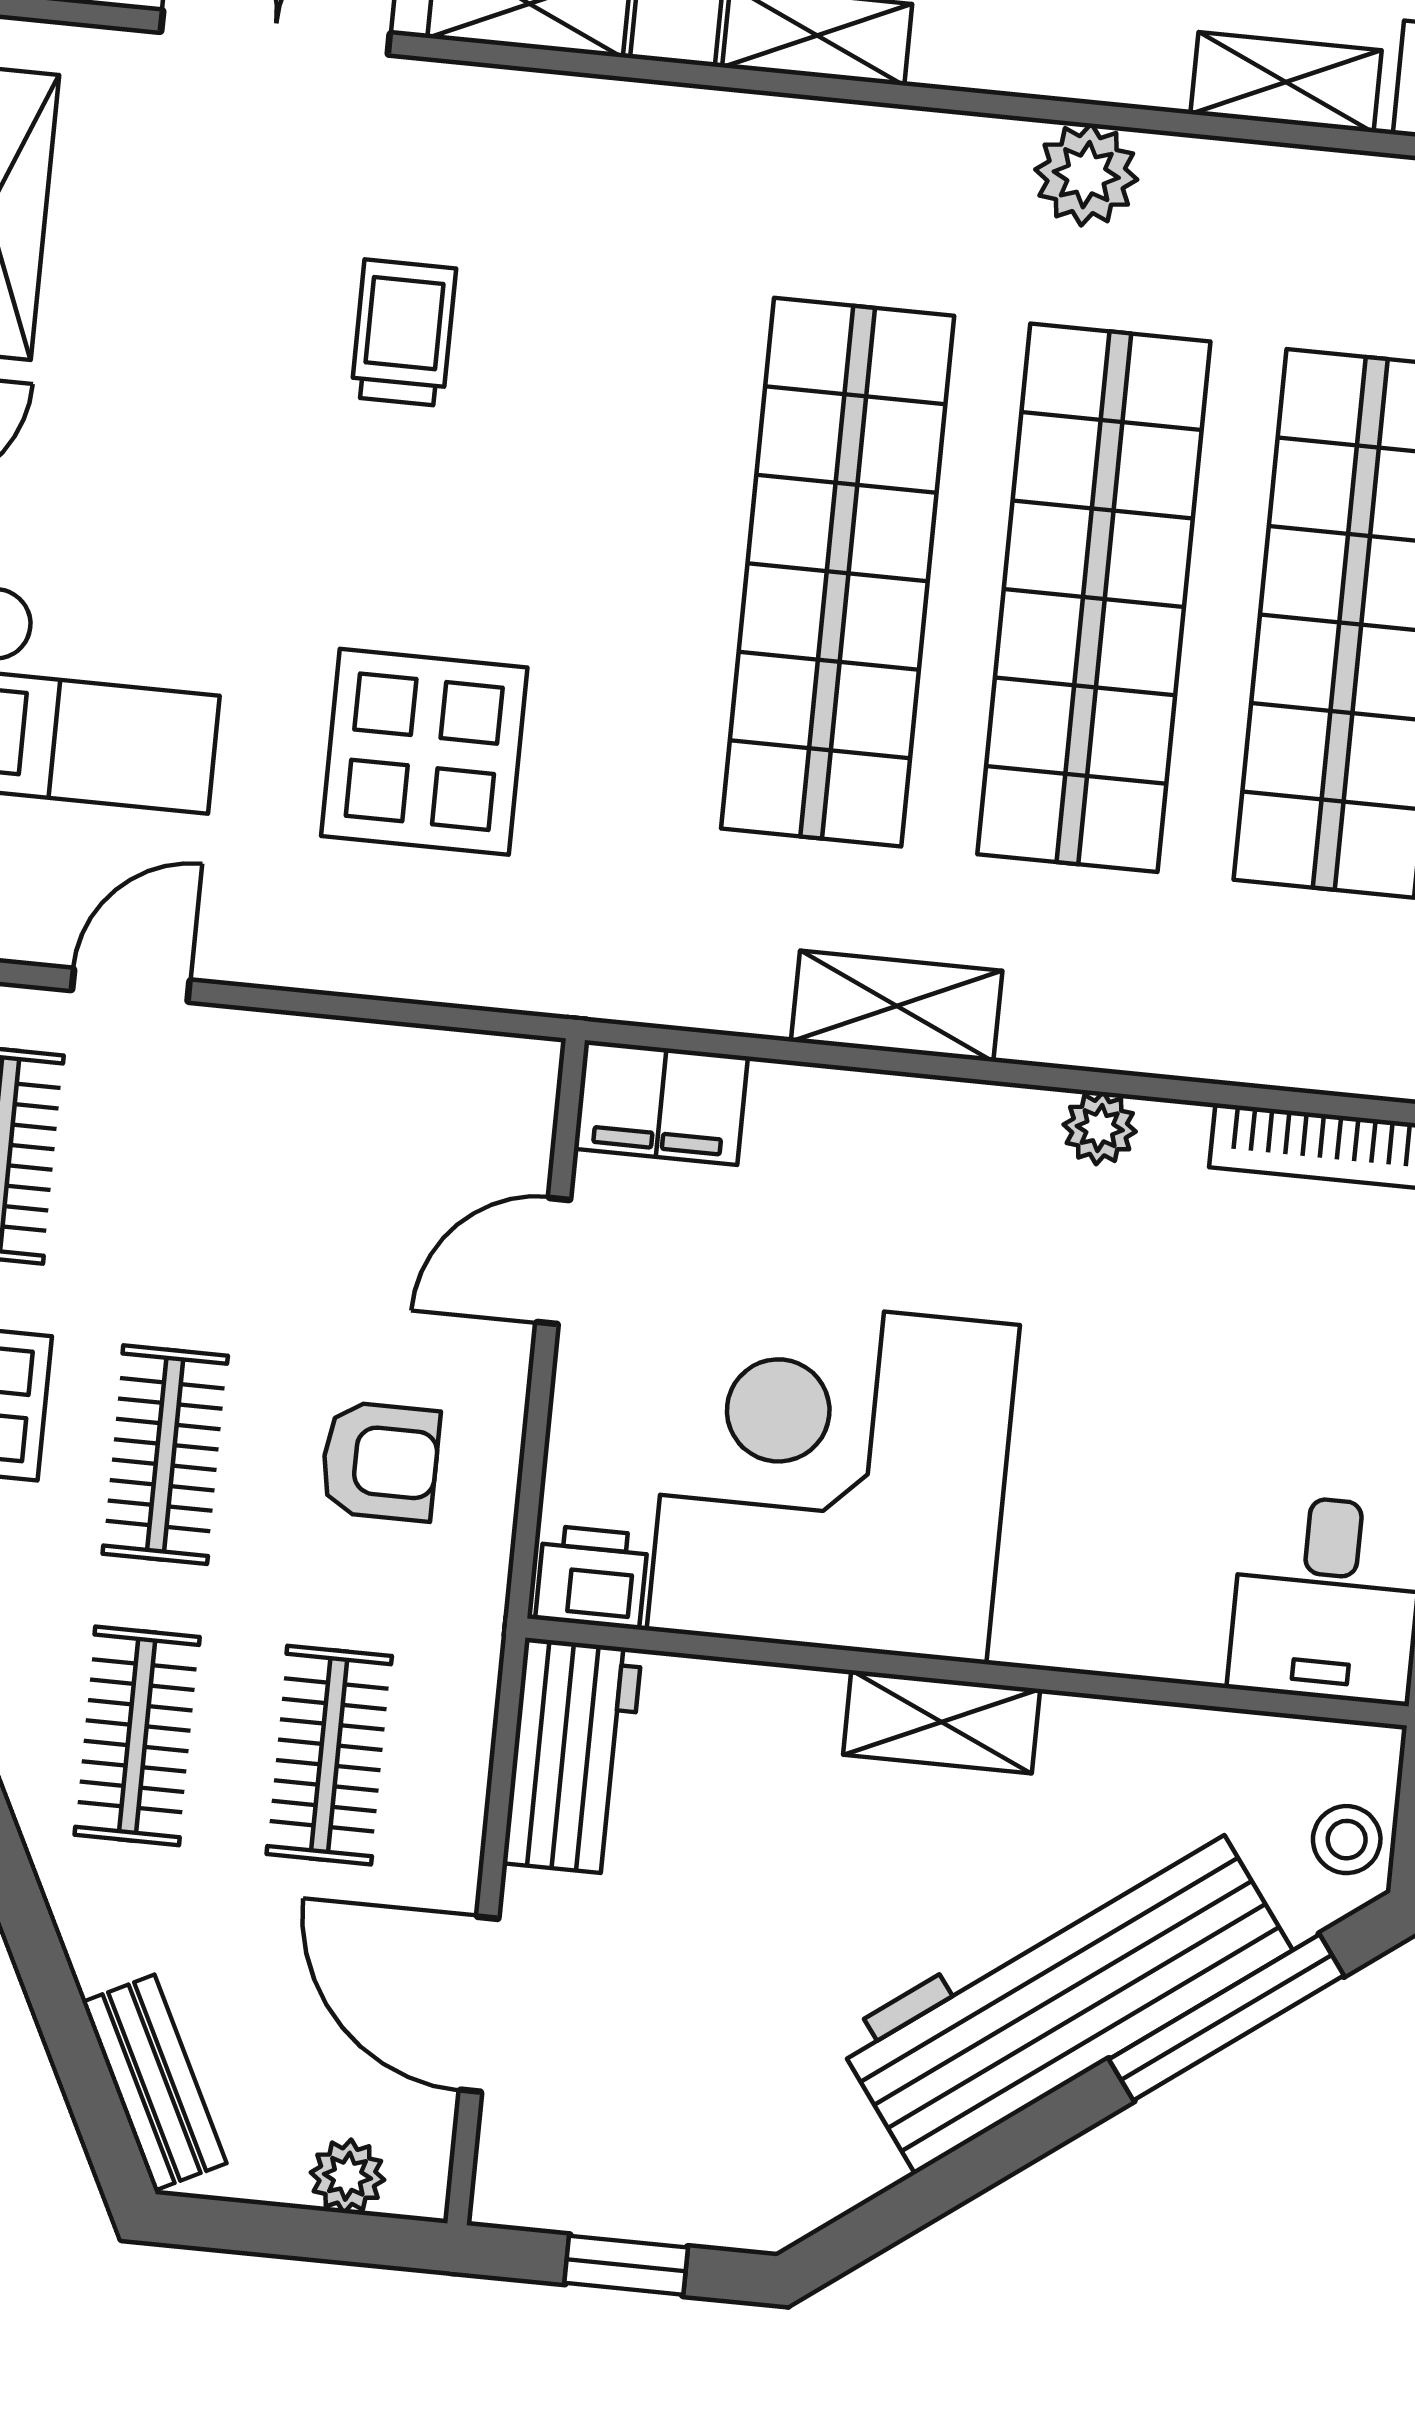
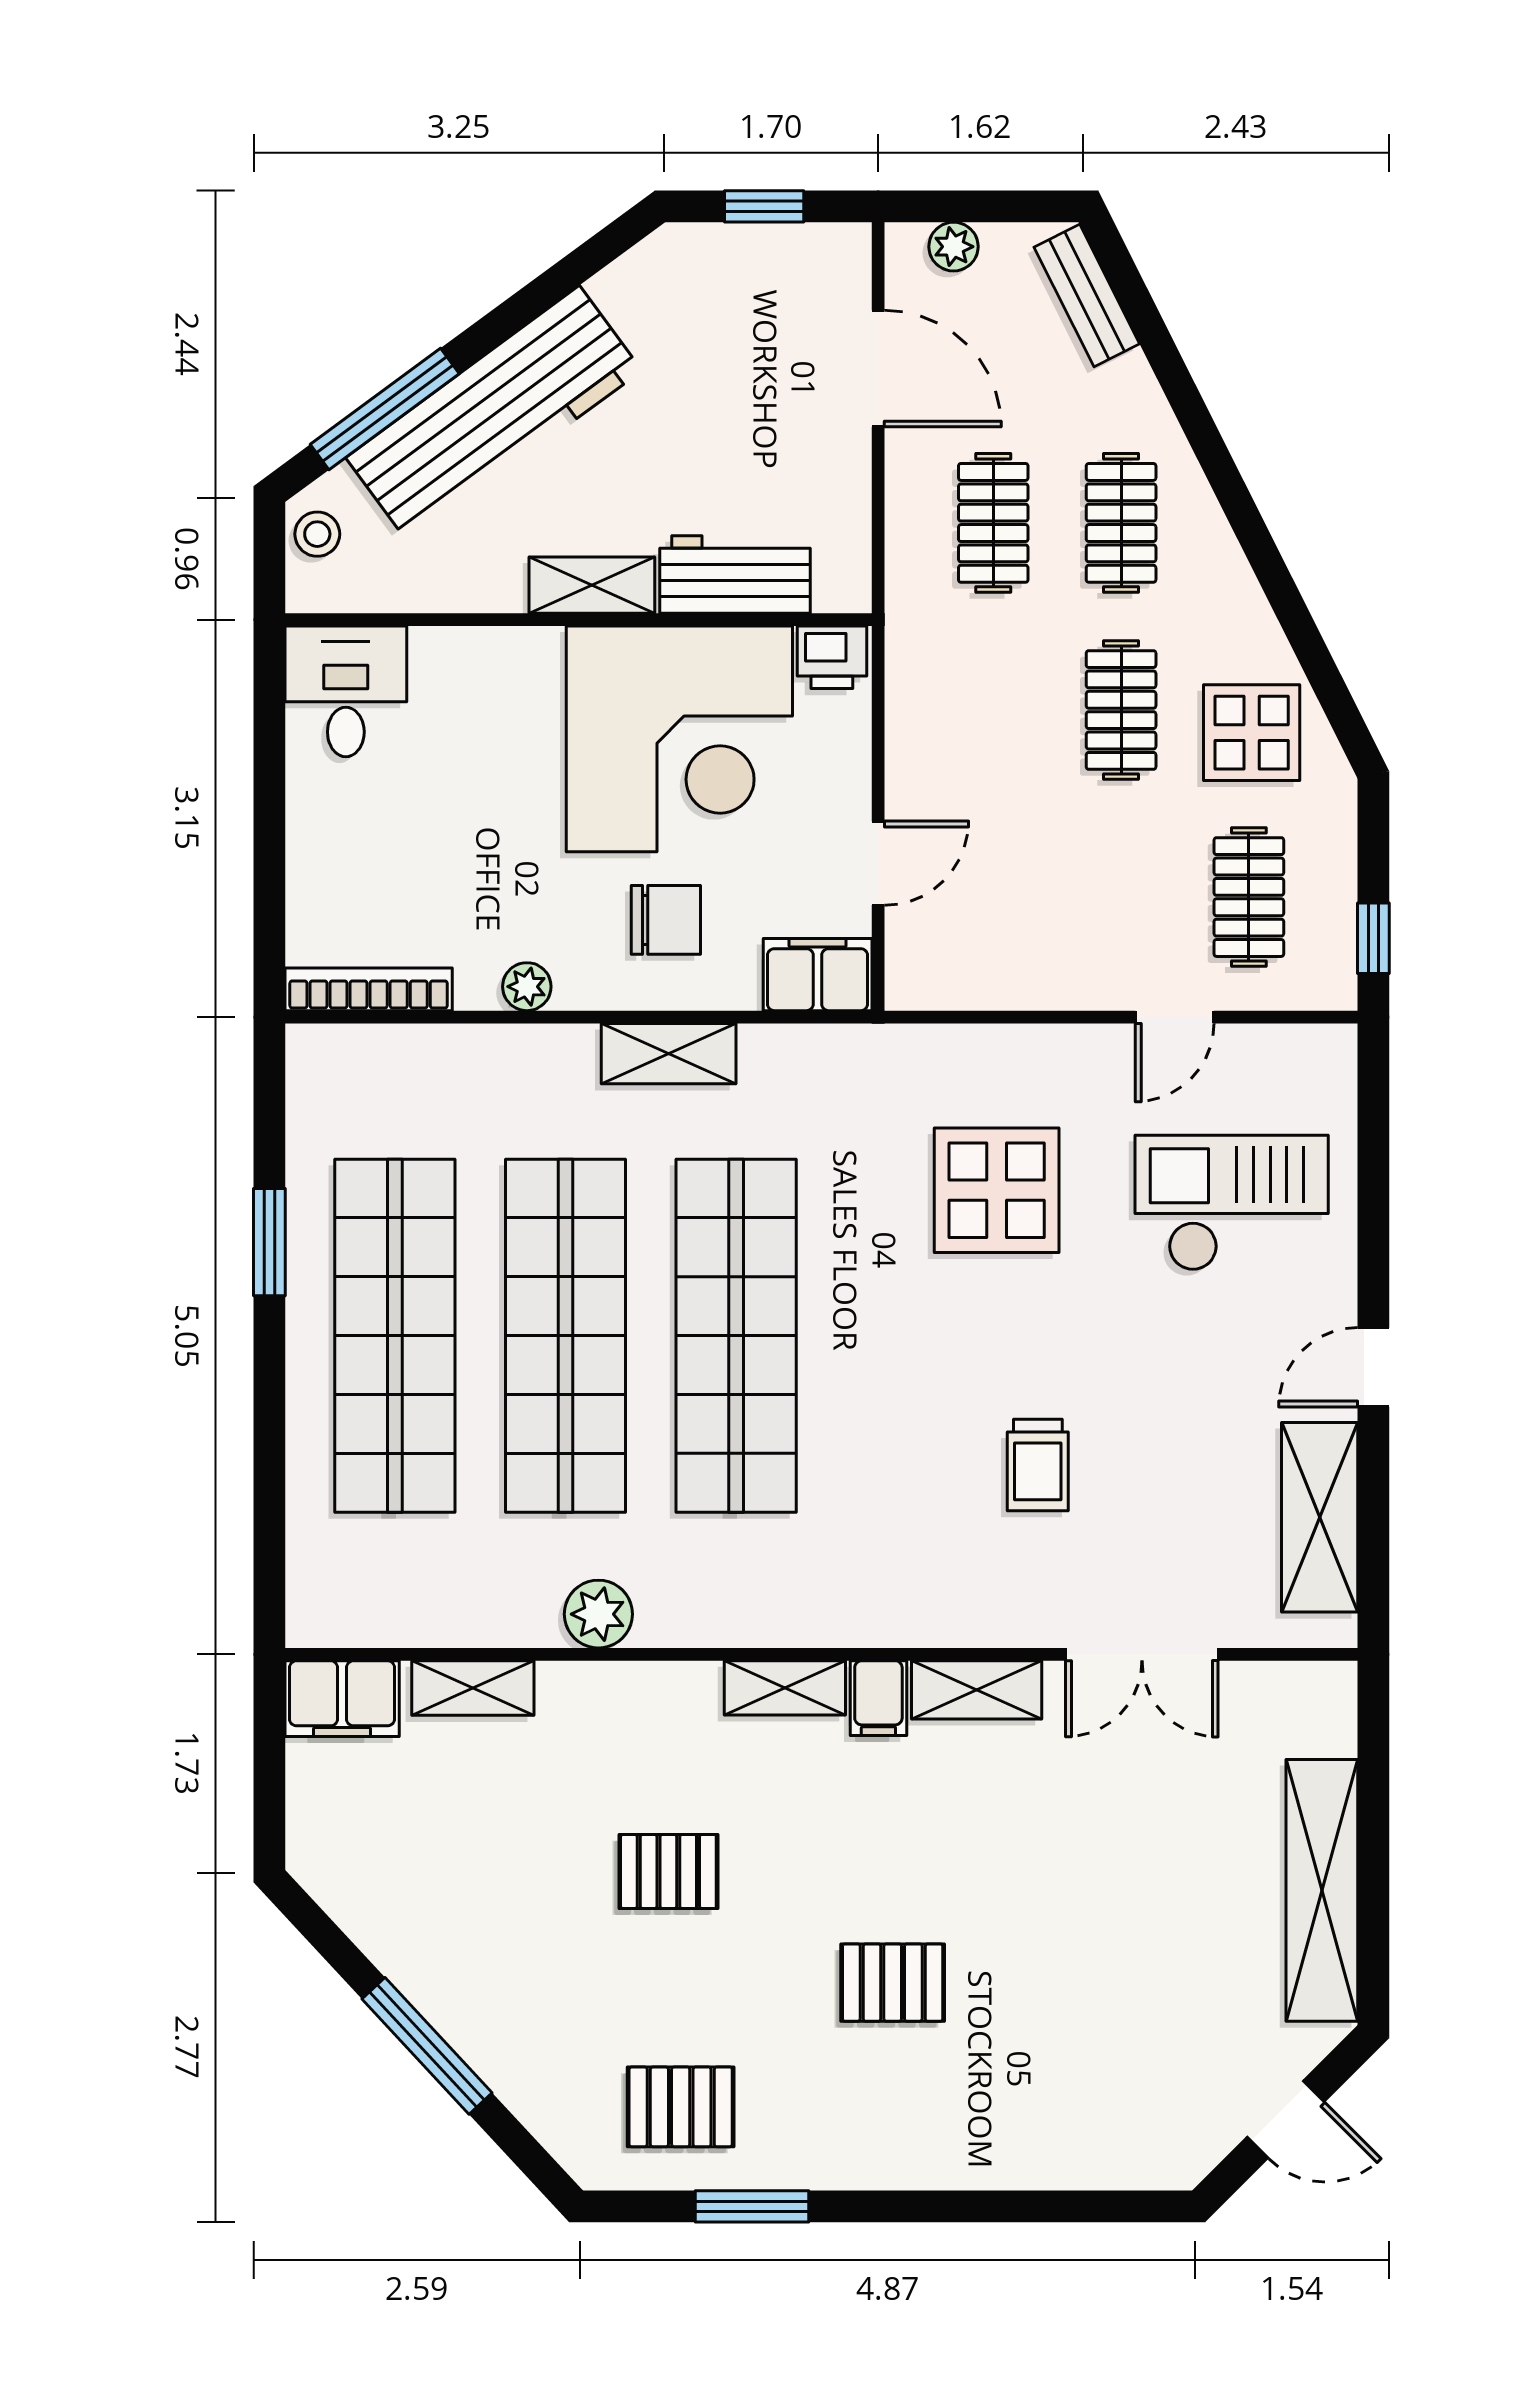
chair: (881, 1208) -> (666, 920), added
armchair: (380, 1461) -> (979, 720), removed
workbench: (572, 1756) -> (735, 574), moved, turned 90

